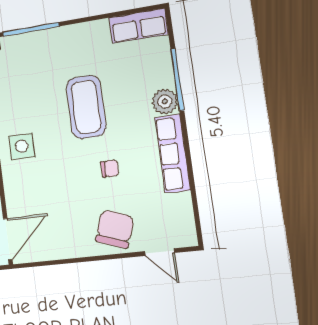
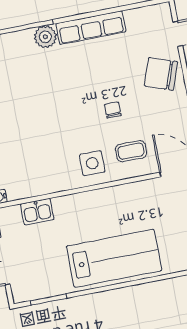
coffee table: (86, 107) -> (131, 151), moved, width x0.54, depth x0.58
chair: (110, 169) -> (113, 110), moved

